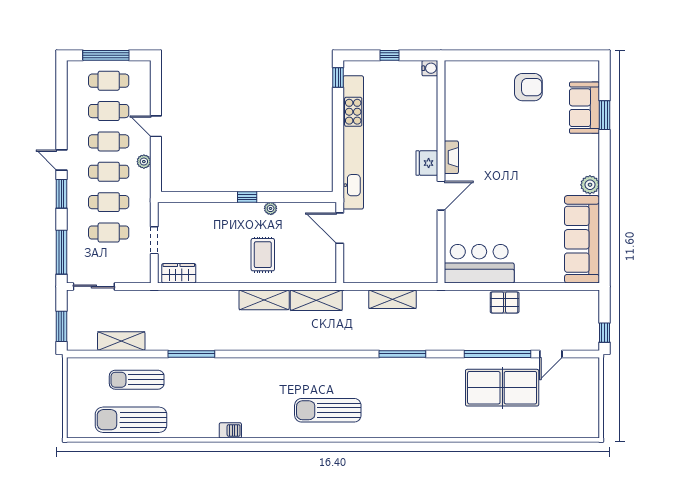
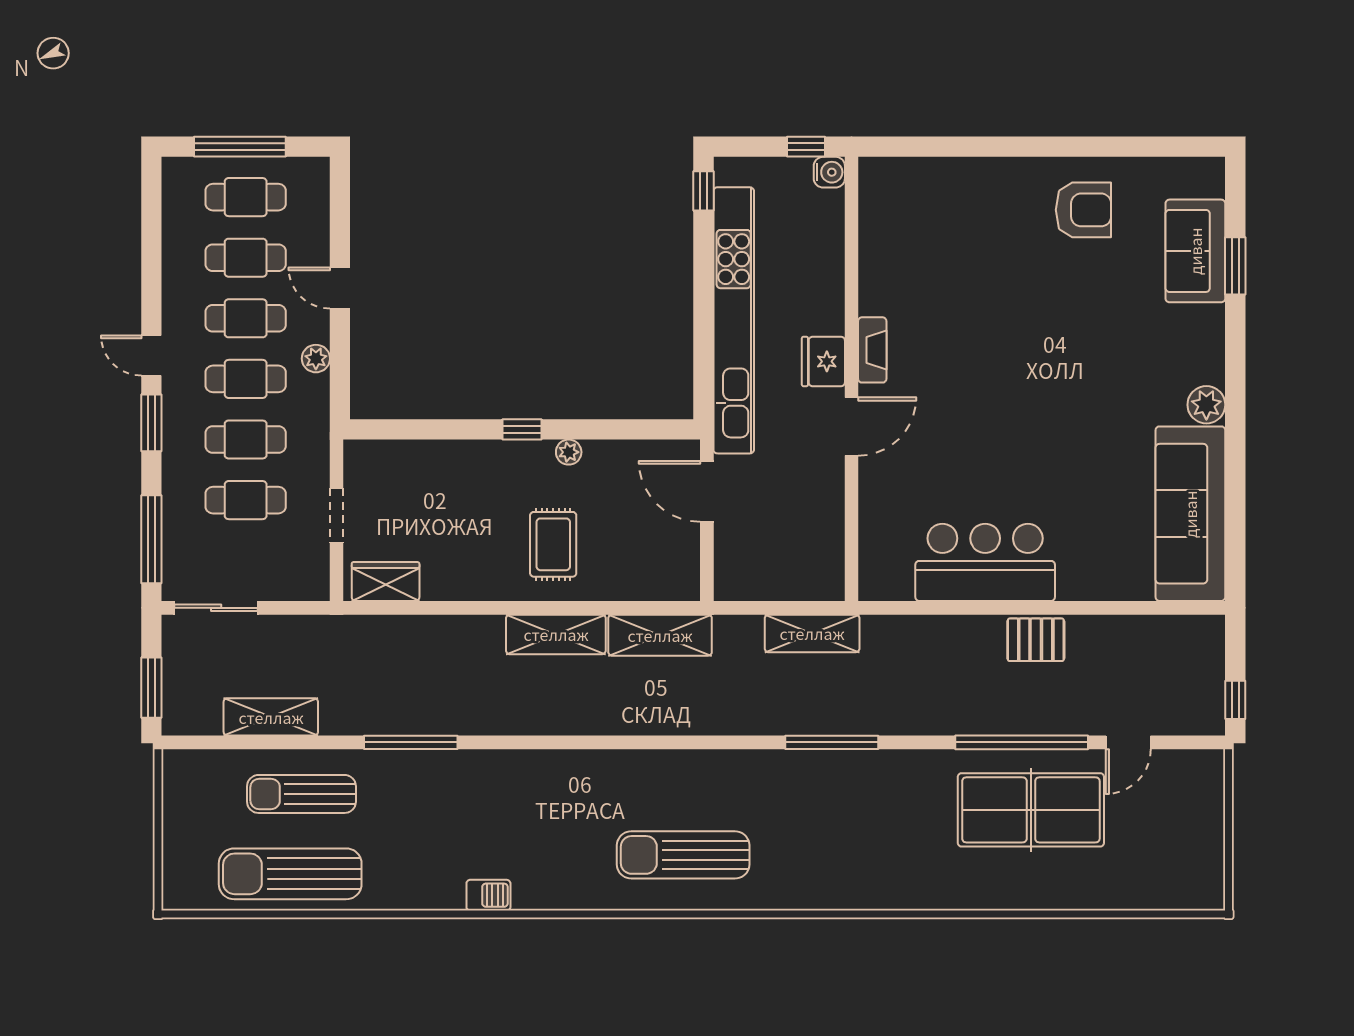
water cooler: (430, 68) -> (829, 172), moved
fireplace: (451, 157) -> (872, 350), moved
fridge: (427, 163) -> (823, 361), moved
wall: (441, 172) -> (852, 379), moved
door: (441, 196) -> (852, 427), moved

